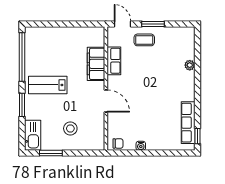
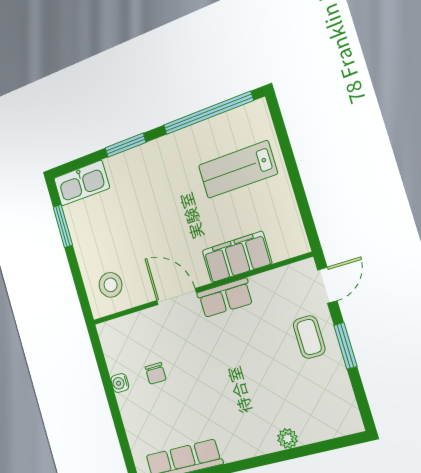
row of seats: (114, 61) -> (225, 298), moved
lab bench: (48, 85) -> (238, 170), moved, turned -90
door: (106, 101) -> (176, 297), swing flipped
stool: (70, 128) -> (111, 285), moved
chair: (118, 143) -> (156, 373), moved

